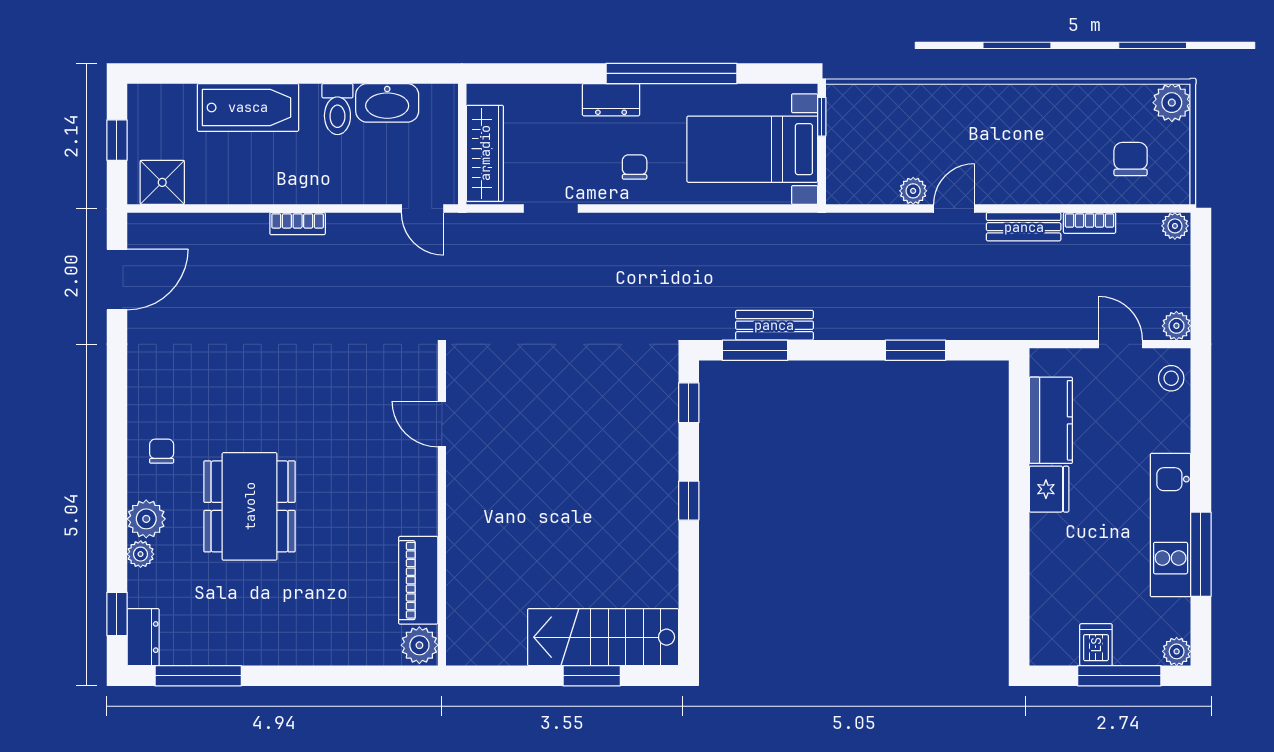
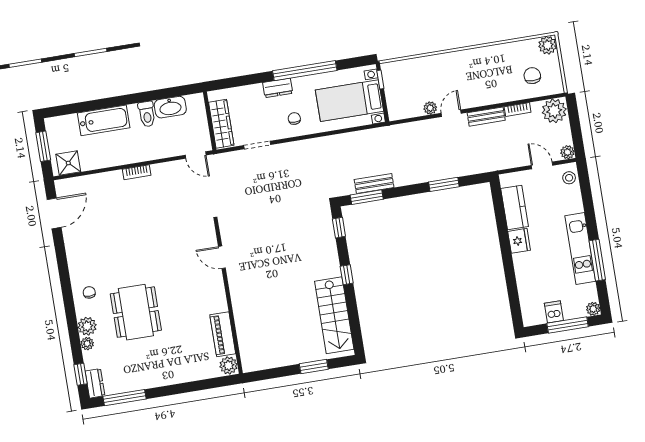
window: (117, 140) -> (43, 146), width x1.50
plant: (1175, 226) -> (554, 111), width x1.88, depth x1.88
stairs: (603, 637) -> (334, 315), moved, turned -90

